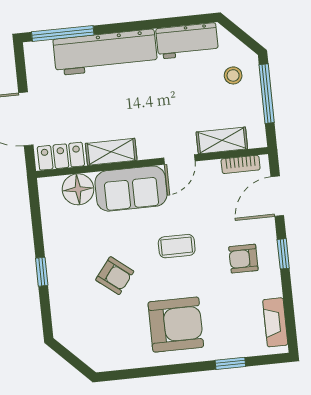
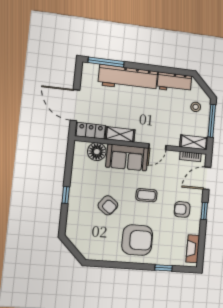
shelving: (222, 140) -> (194, 142), moved

